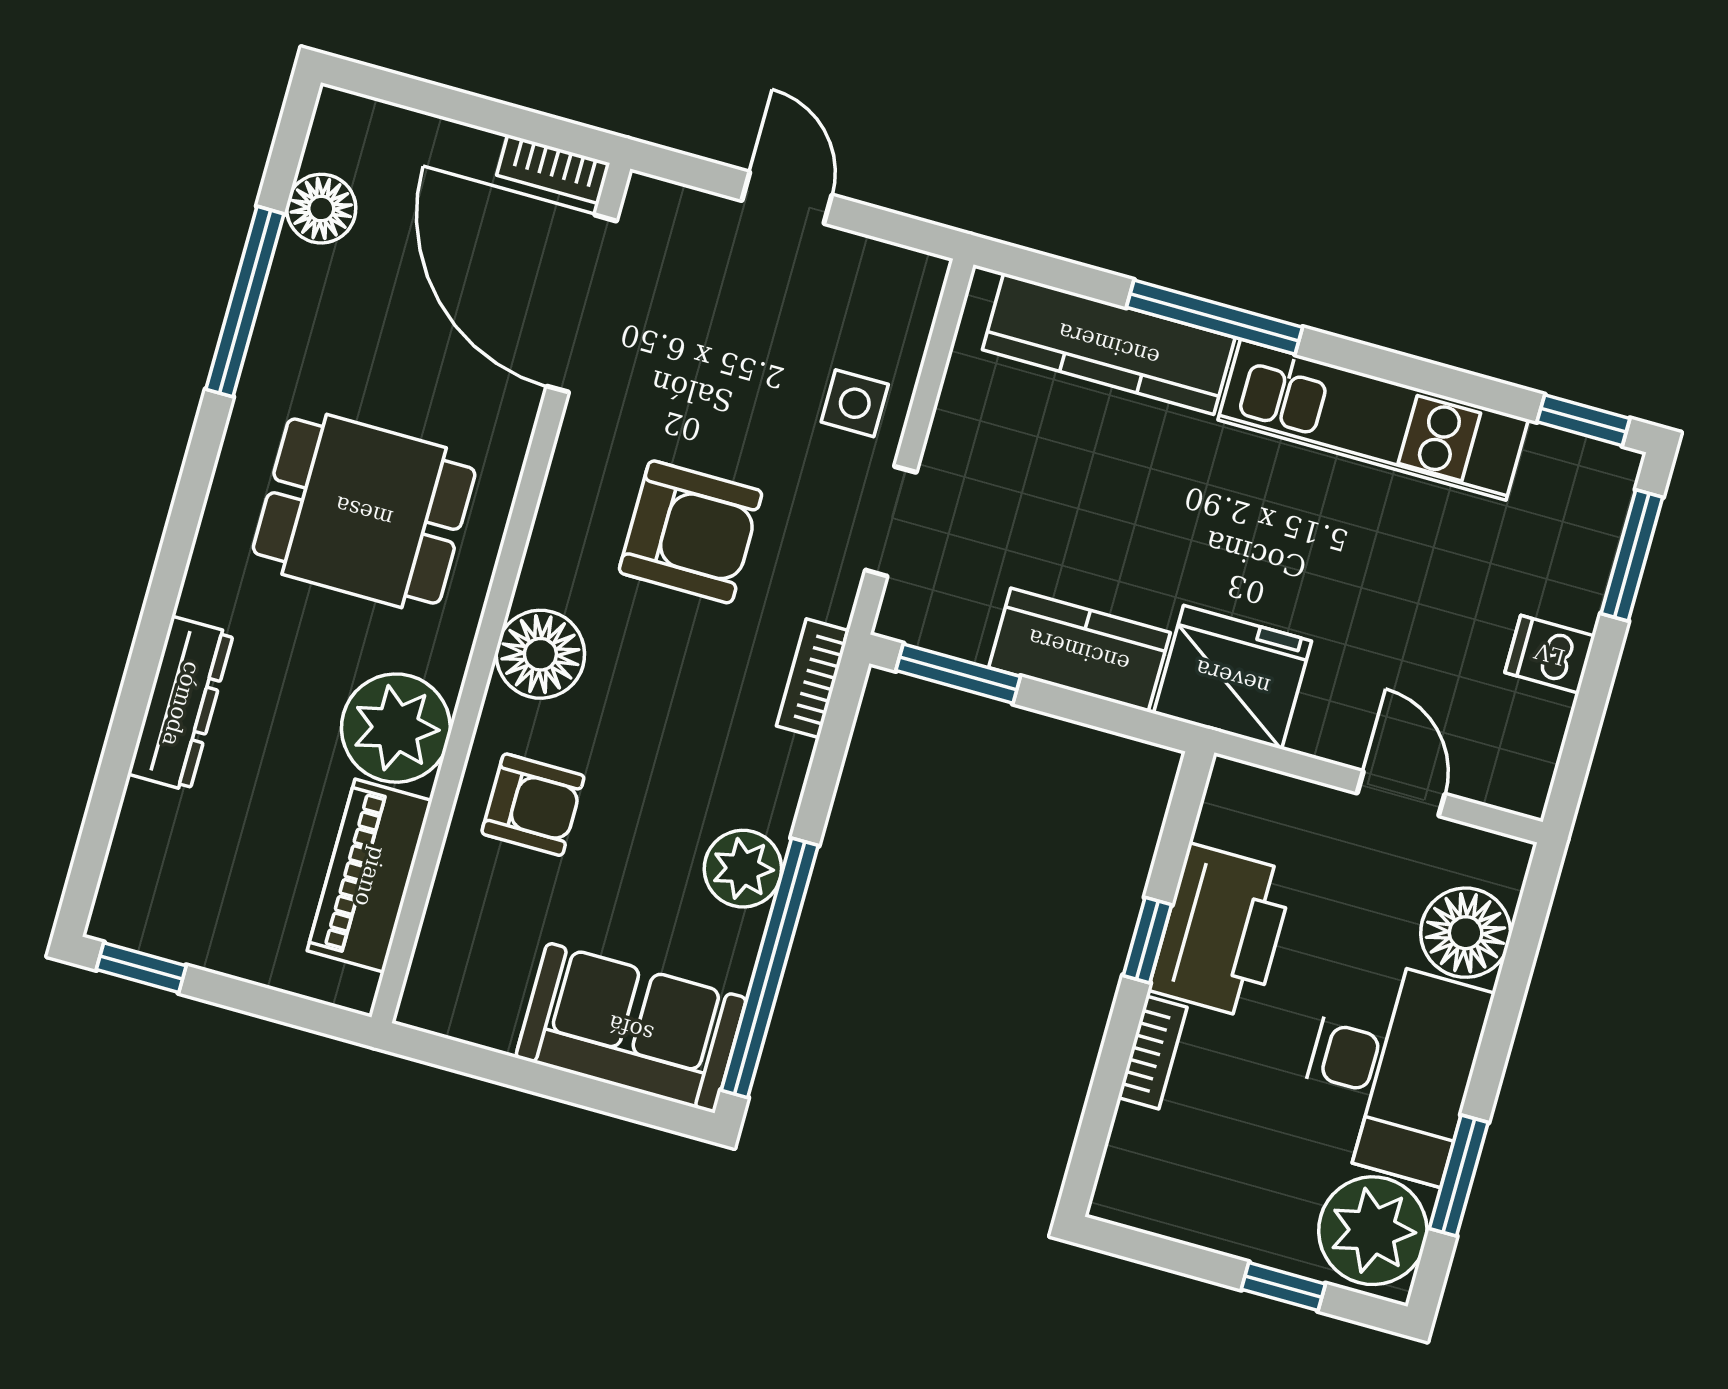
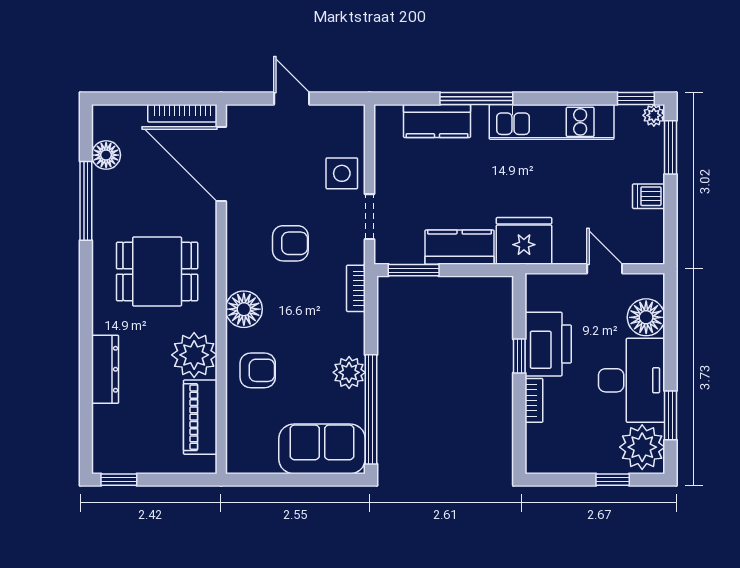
bookcase: (553, 169) -> (182, 113), width x1.56
kitchen counter: (1109, 344) -> (437, 121), width x0.67
side table: (855, 403) -> (342, 173), width x1.37, depth x1.37
plant: (1614, 470) -> (654, 115), added
armchair: (691, 532) -> (290, 243), width x0.72, depth x0.72

